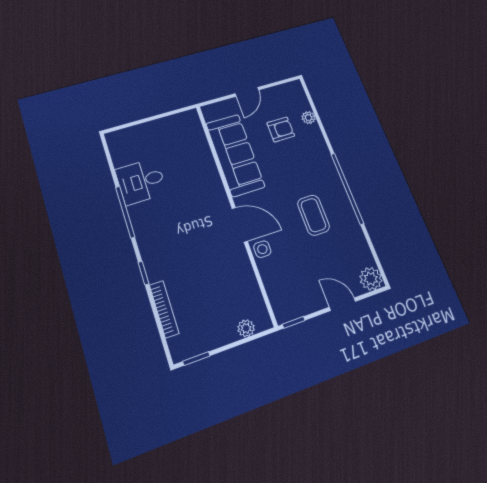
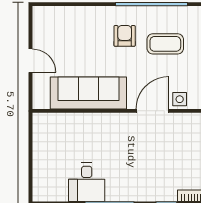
plant: (309, 118) -> (74, 13), removed
armchair: (281, 129) -> (125, 36), moved

